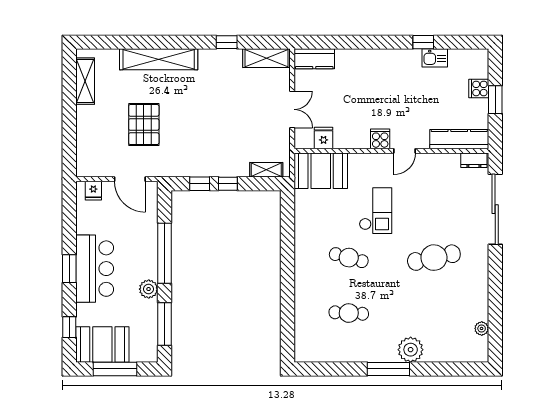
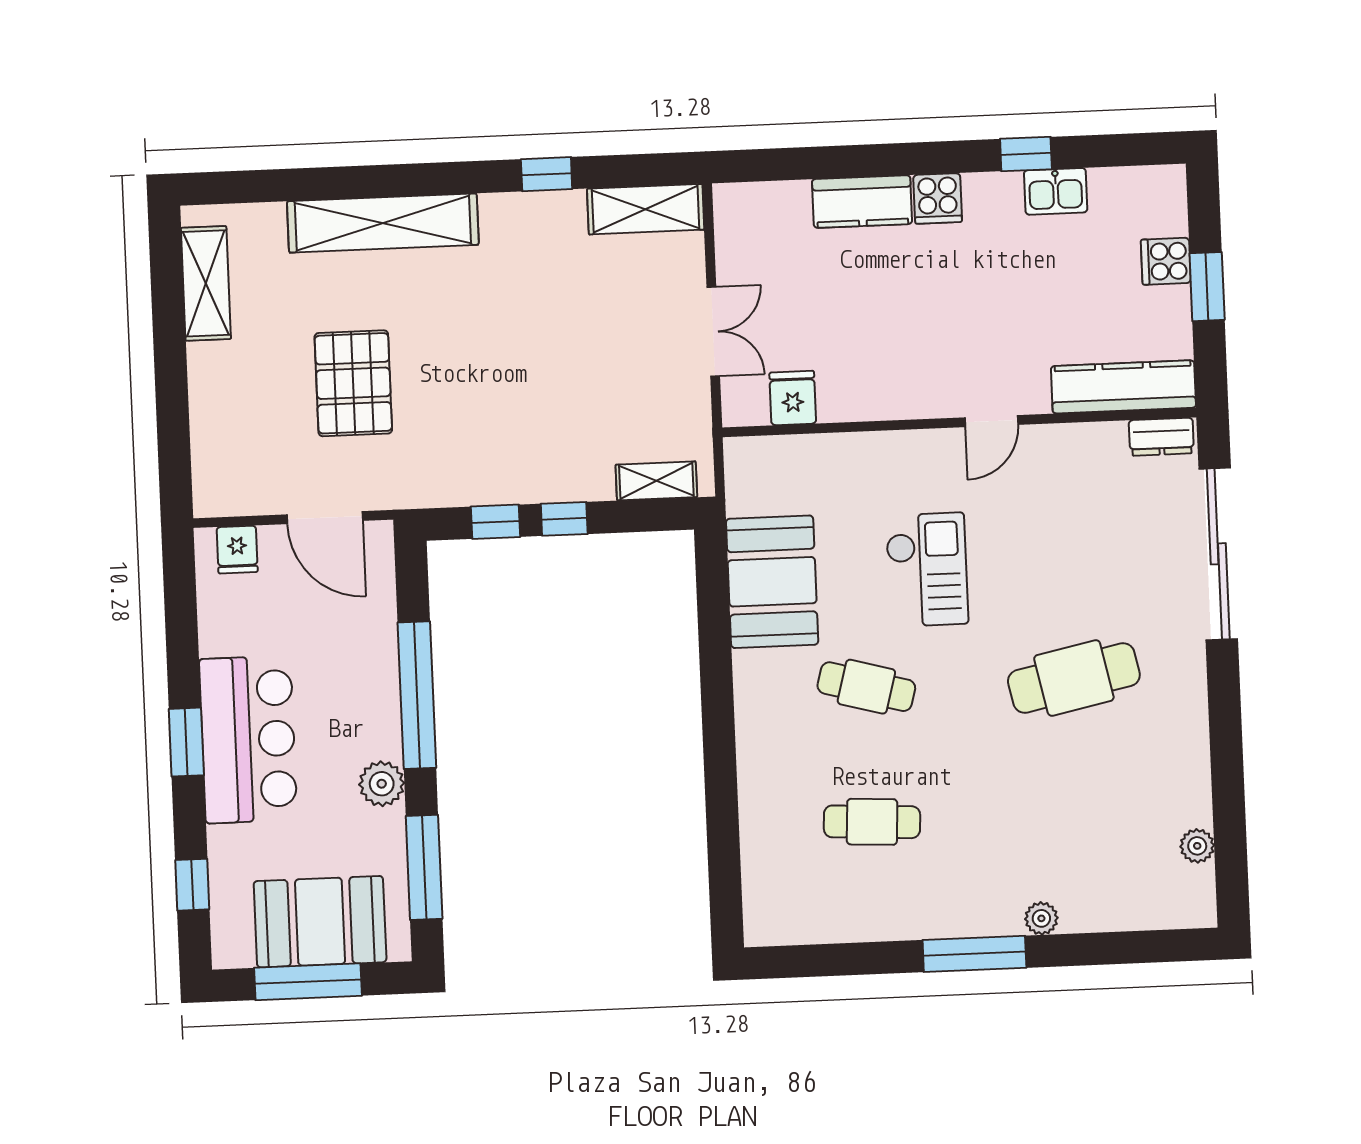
kitchen counter: (314, 59) -> (862, 202), moved
cooker: (380, 139) -> (938, 198), moved, turned 180
booth: (321, 171) -> (772, 582), moved, turned 90
booth: (102, 344) -> (320, 922), moved
plant: (411, 350) -> (1041, 918), width x0.53, depth x0.53

